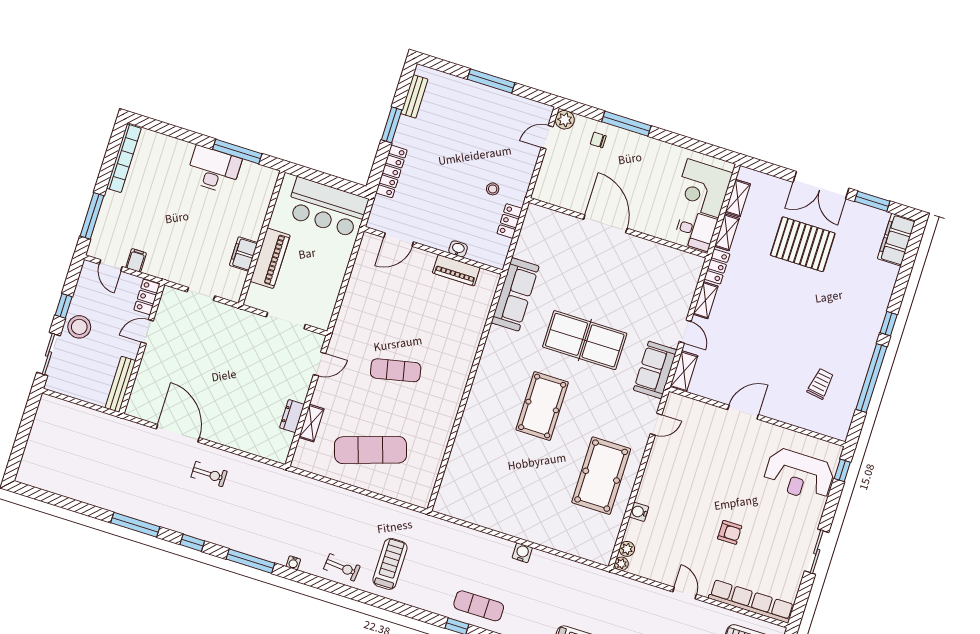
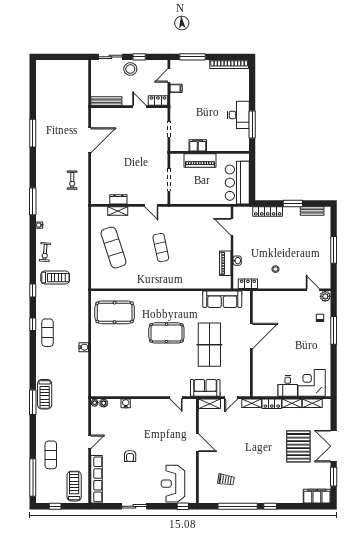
locker: (510, 221) -> (248, 284), moved
door: (605, 224) -> (251, 336), moved
wall: (618, 228) -> (251, 344), moved
exercise bike: (209, 474) -> (72, 180), moved
pool table: (601, 476) -> (115, 312), moved
window: (192, 543) -> (33, 291), moved

